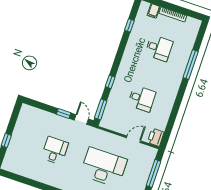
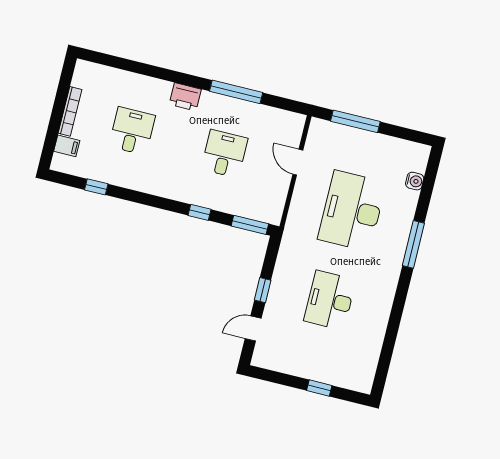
window: (191, 64) -> (236, 92), moved
door: (81, 119) -> (253, 328), moved
printer: (156, 137) -> (185, 97), moved
desk: (55, 151) -> (330, 300), width x1.37

